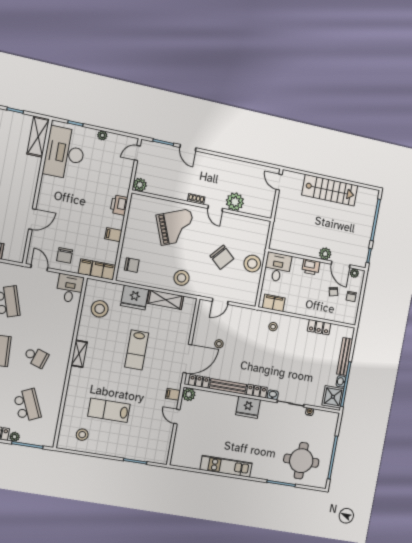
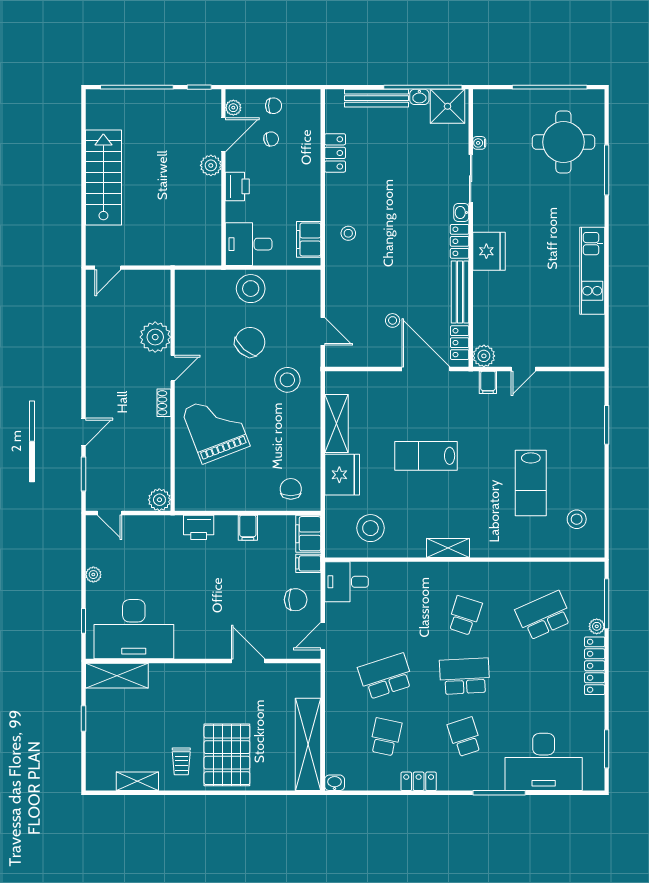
stool: (182, 278) -> (287, 380), moved
lab bench: (137, 350) -> (426, 456), turned 180

